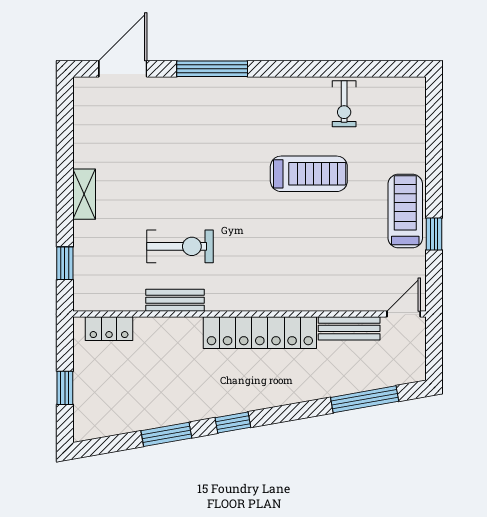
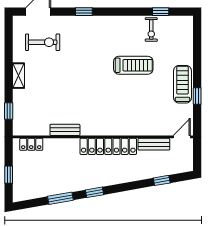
window: (212, 69) -> (84, 12), width x0.46
window: (363, 69) -> (161, 12), added
exercise bike: (180, 246) -> (43, 42), moved
window: (365, 399) -> (162, 180), width x0.46

